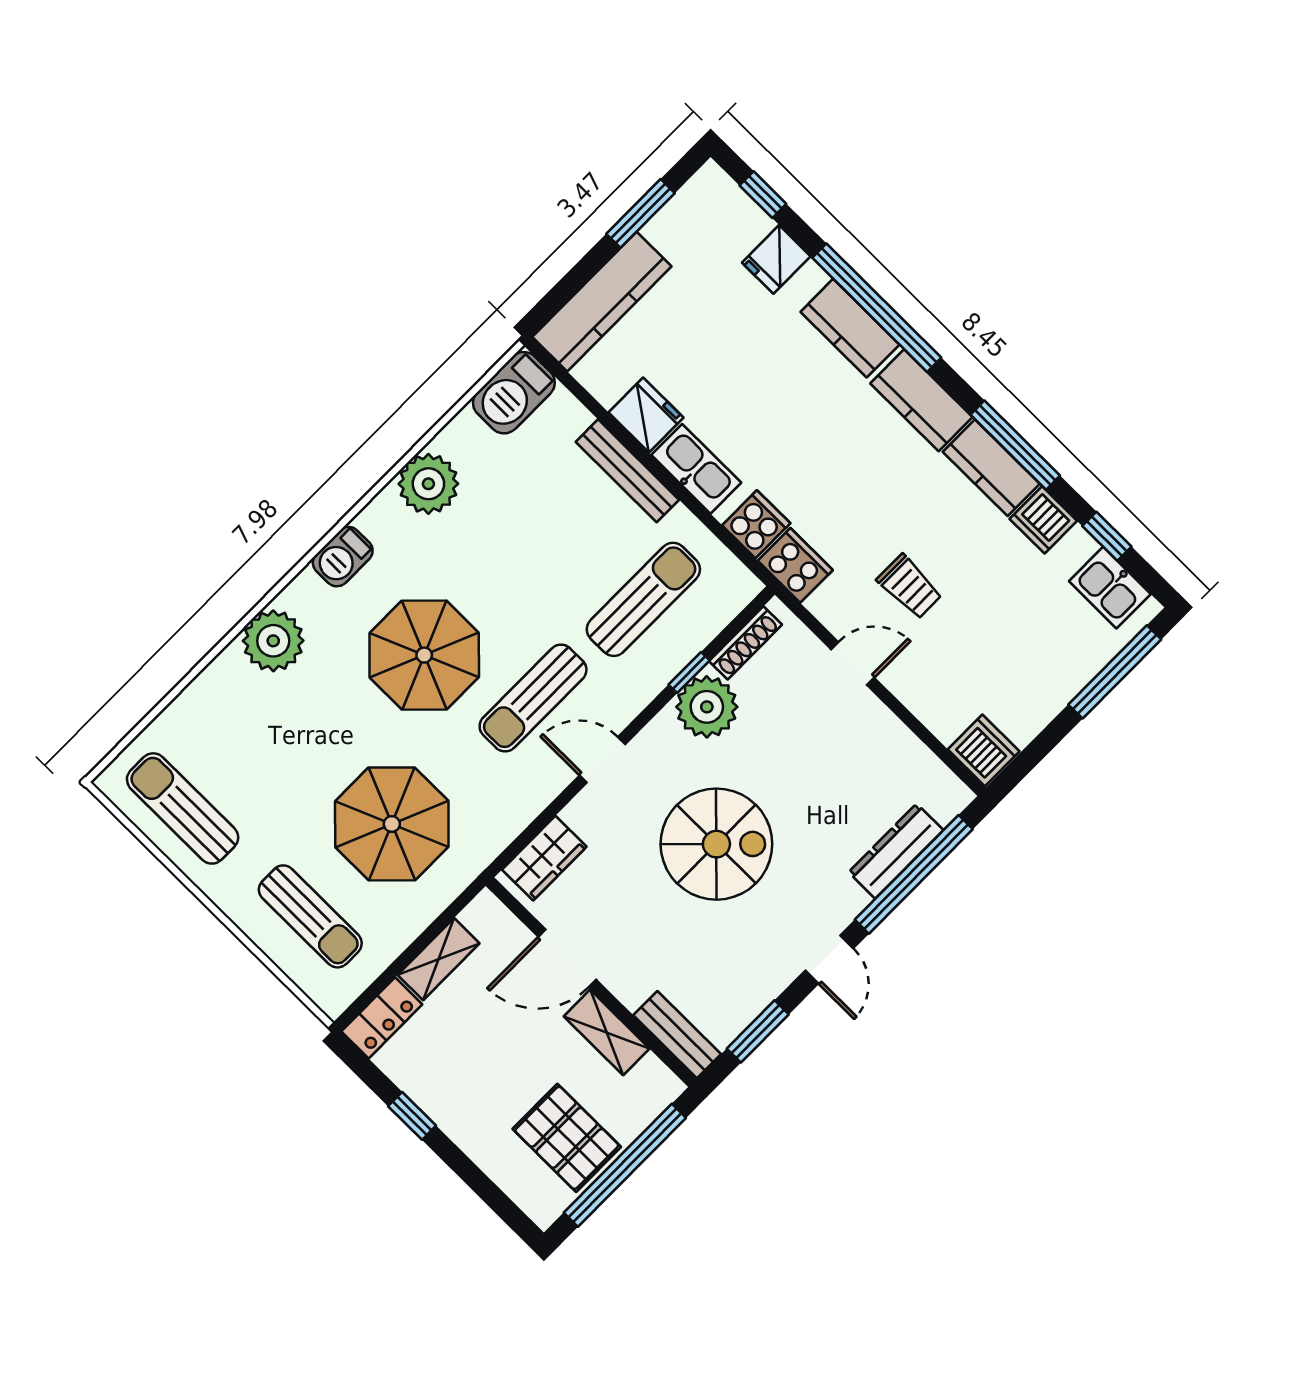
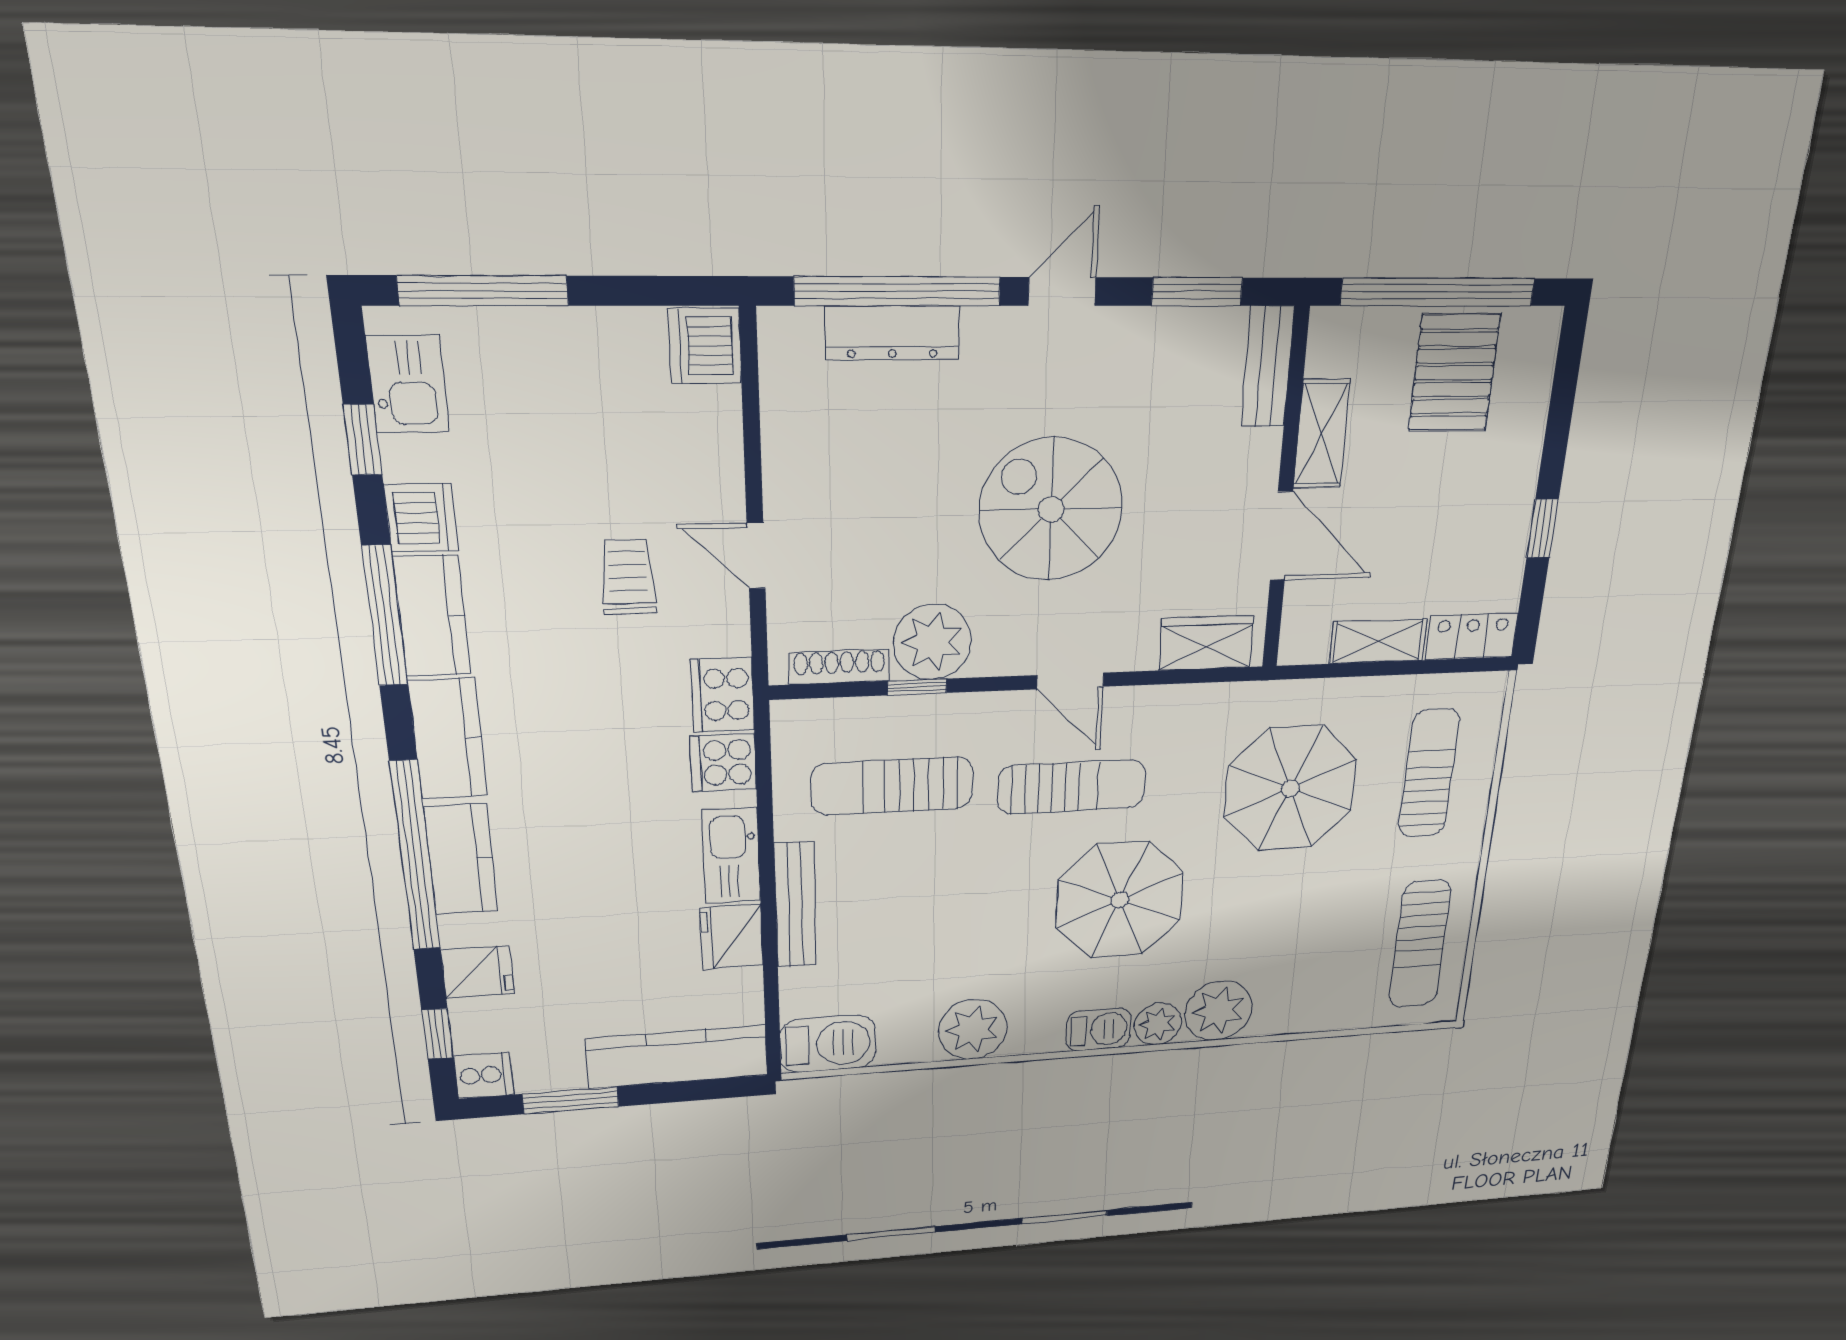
cooker: (710, 188) -> (484, 1075), added
plant: (306, 595) -> (1158, 1024), added

